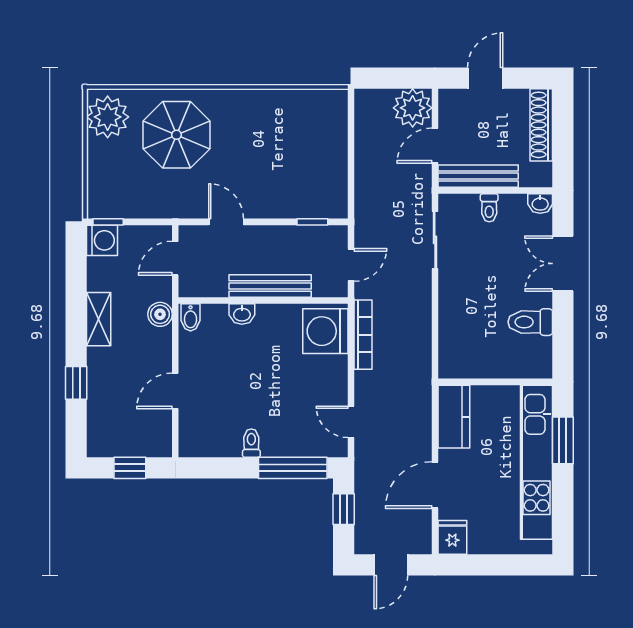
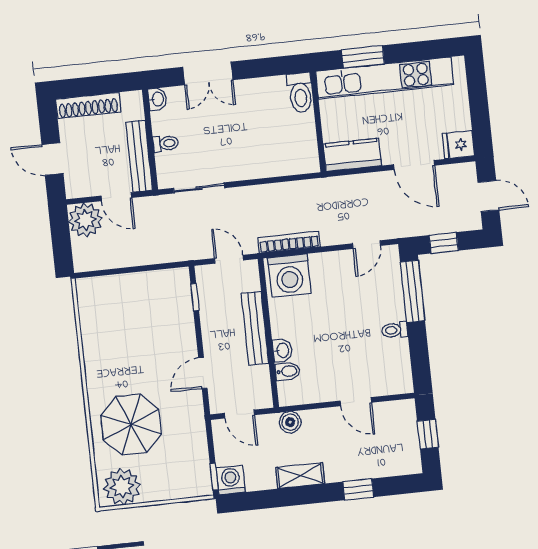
bidet: (191, 317) -> (287, 371), moved
toilet: (530, 322) -> (300, 93), moved

